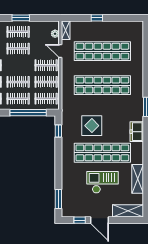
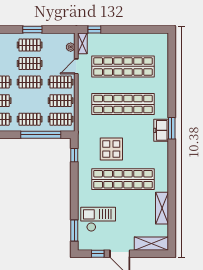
window: (97, 18) -> (94, 29), moved
door: (60, 51) -> (76, 66), hinge flipped
clothes rail: (18, 82) -> (30, 82), moved
freezer: (137, 132) -> (161, 130), moved
checkout: (103, 182) -> (98, 219), moved

